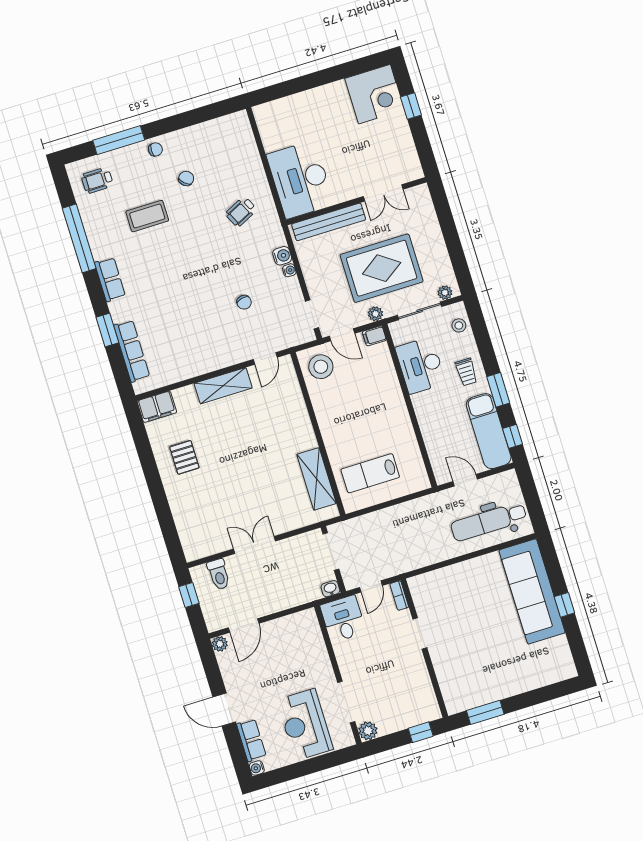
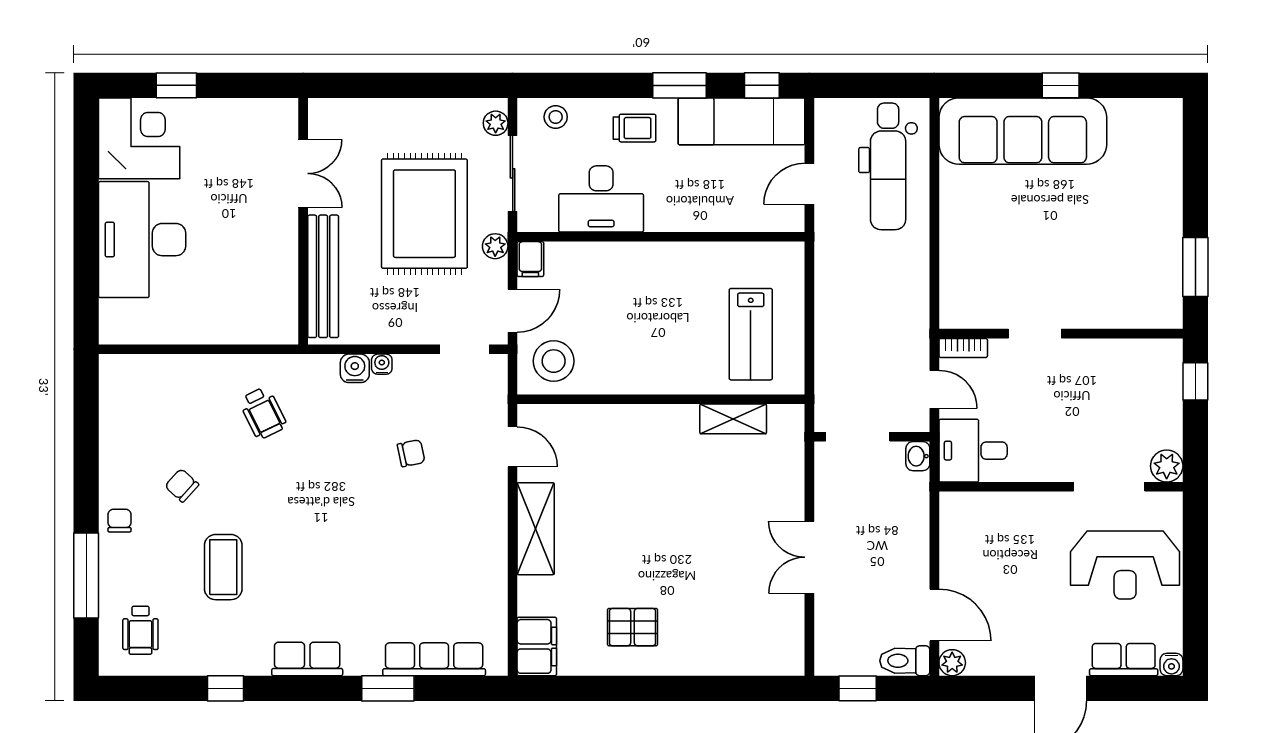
desk: (300, 180) -> (142, 240), moved, turned 90
window: (79, 238) -> (225, 688), width x0.32
shelving: (316, 479) -> (733, 419), width x0.67, depth x0.75
toilet: (219, 574) -> (905, 661), moved, turned 180

